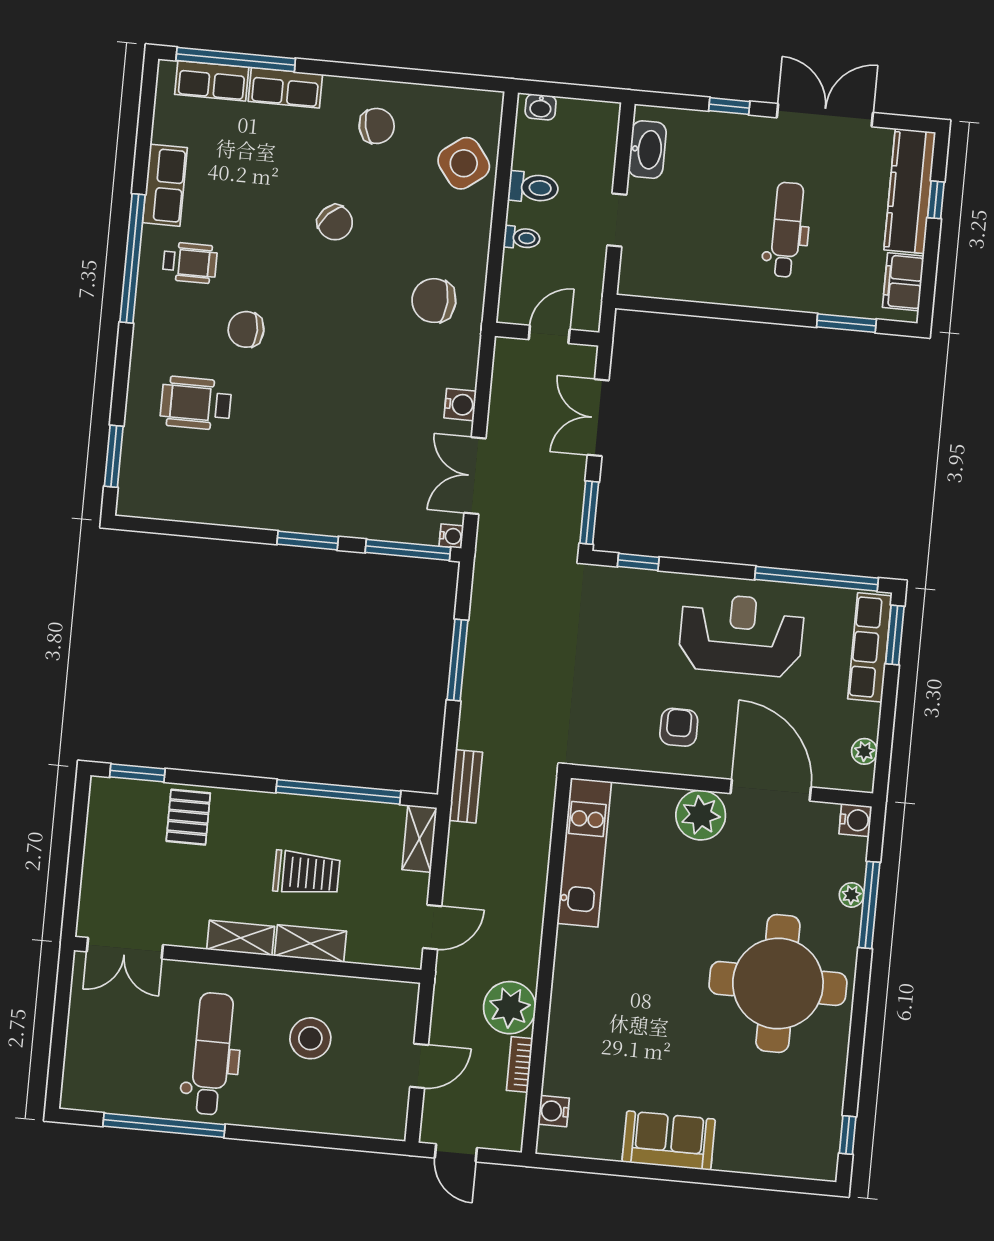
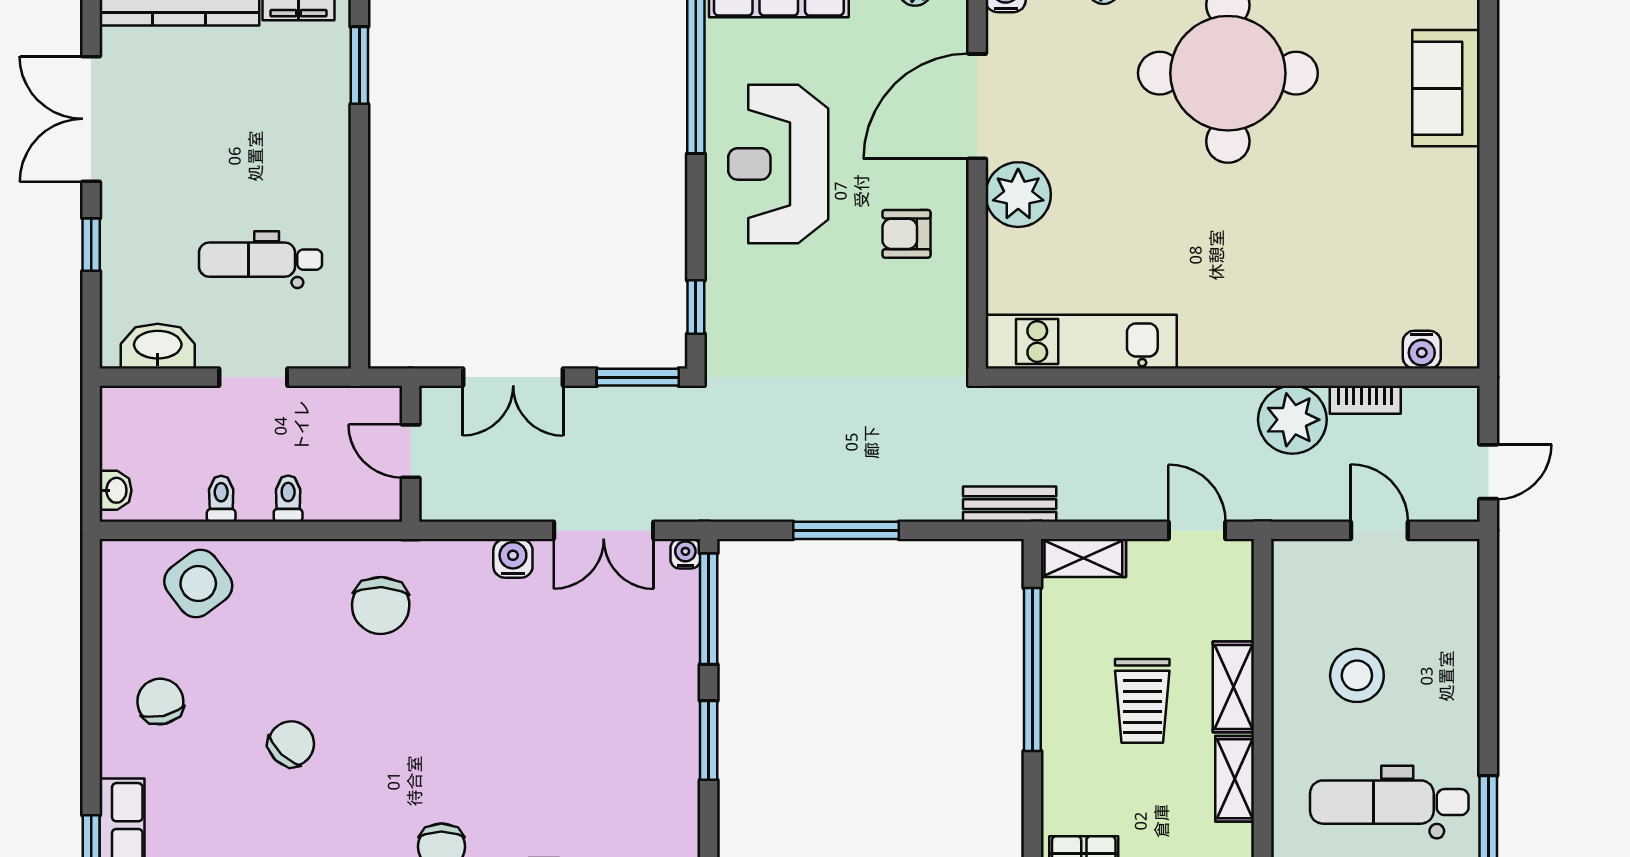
toilet: (533, 187) -> (221, 499), width x0.73, depth x0.72
dental chair: (787, 230) -> (261, 260), moved
trolley: (307, 873) -> (1142, 701), turned 180
sofa: (669, 1141) -> (1446, 88), moved

